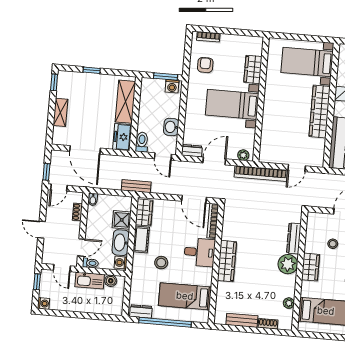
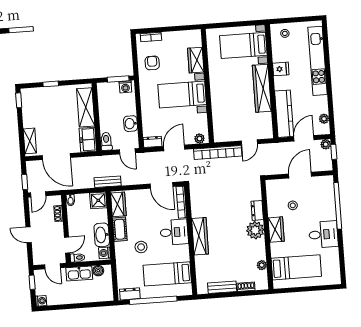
shelving: (60, 112) -> (30, 141), moved
shower: (122, 220) -> (98, 200), moved
dresser: (294, 238) -> (257, 210), width x0.70

